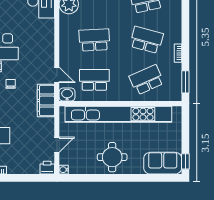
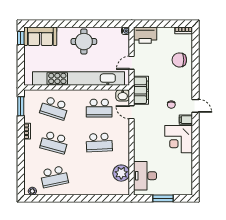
school desk: (147, 80) -> (54, 108), turned 42
door: (57, 145) -> (132, 63), moved
printer: (47, 168) -> (145, 35), width x1.87, depth x1.48

